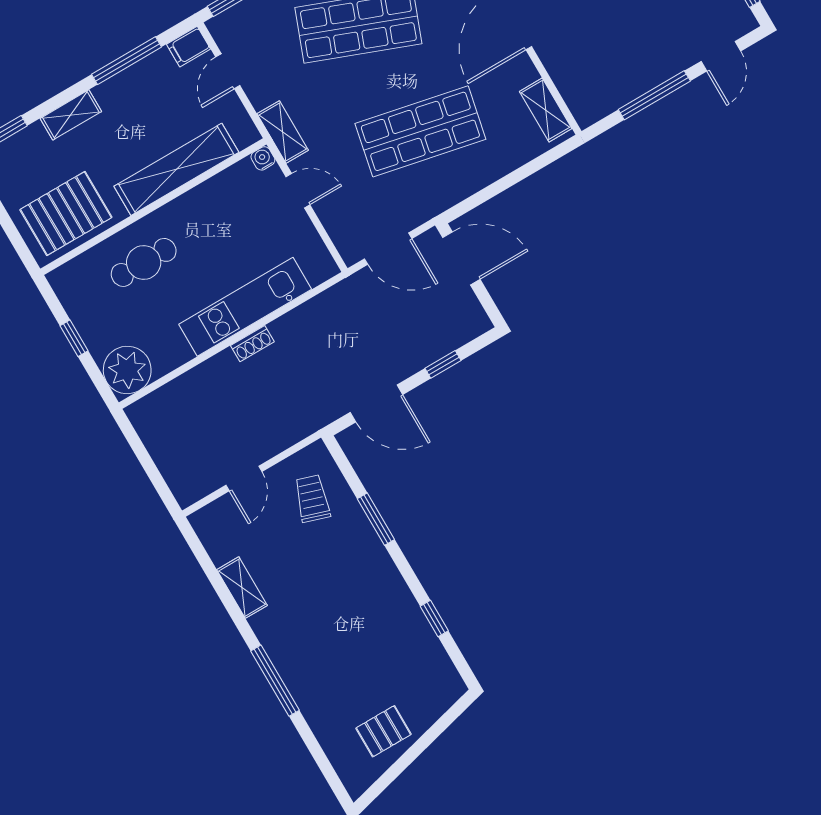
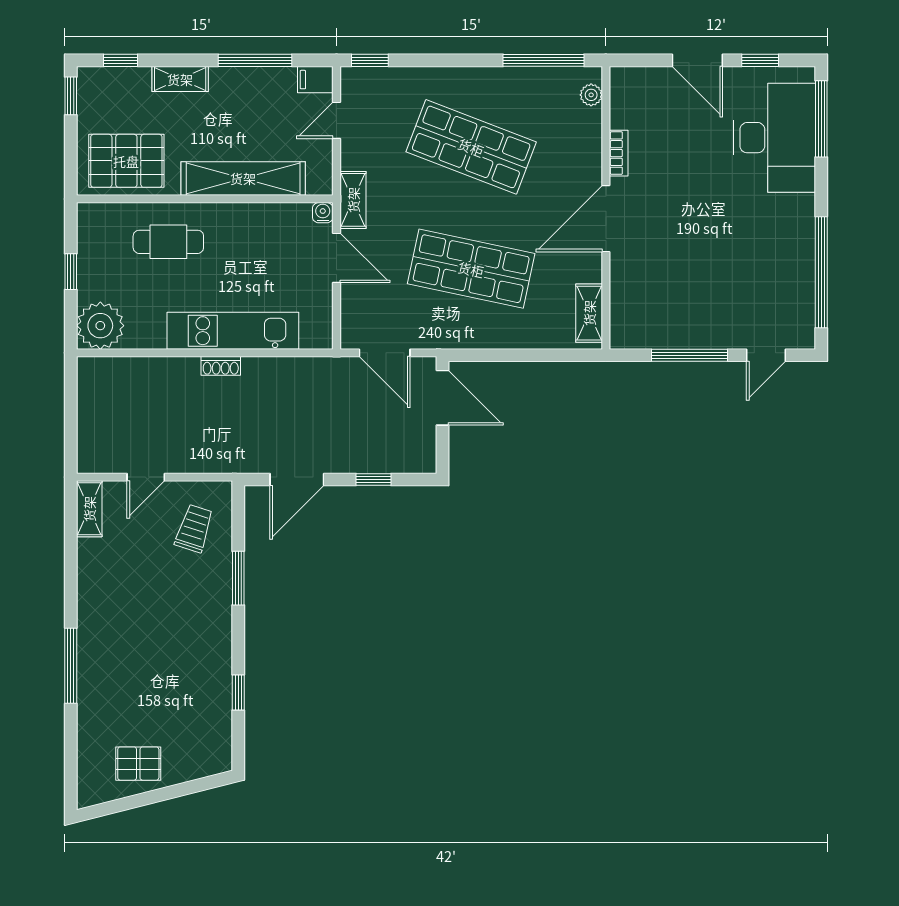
door: (298, 191) -> (336, 258), width x1.38
door: (376, 403) -> (297, 479), hinge flipped
shelving: (242, 588) -> (89, 509), moved

